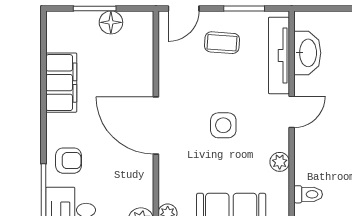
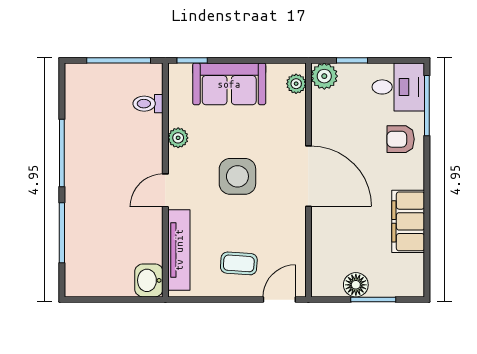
window: (244, 8) -> (215, 300), removed
washbasin: (307, 53) -> (149, 280), moved, width x0.72
side table: (223, 125) -> (237, 176), width x1.37, depth x1.37

